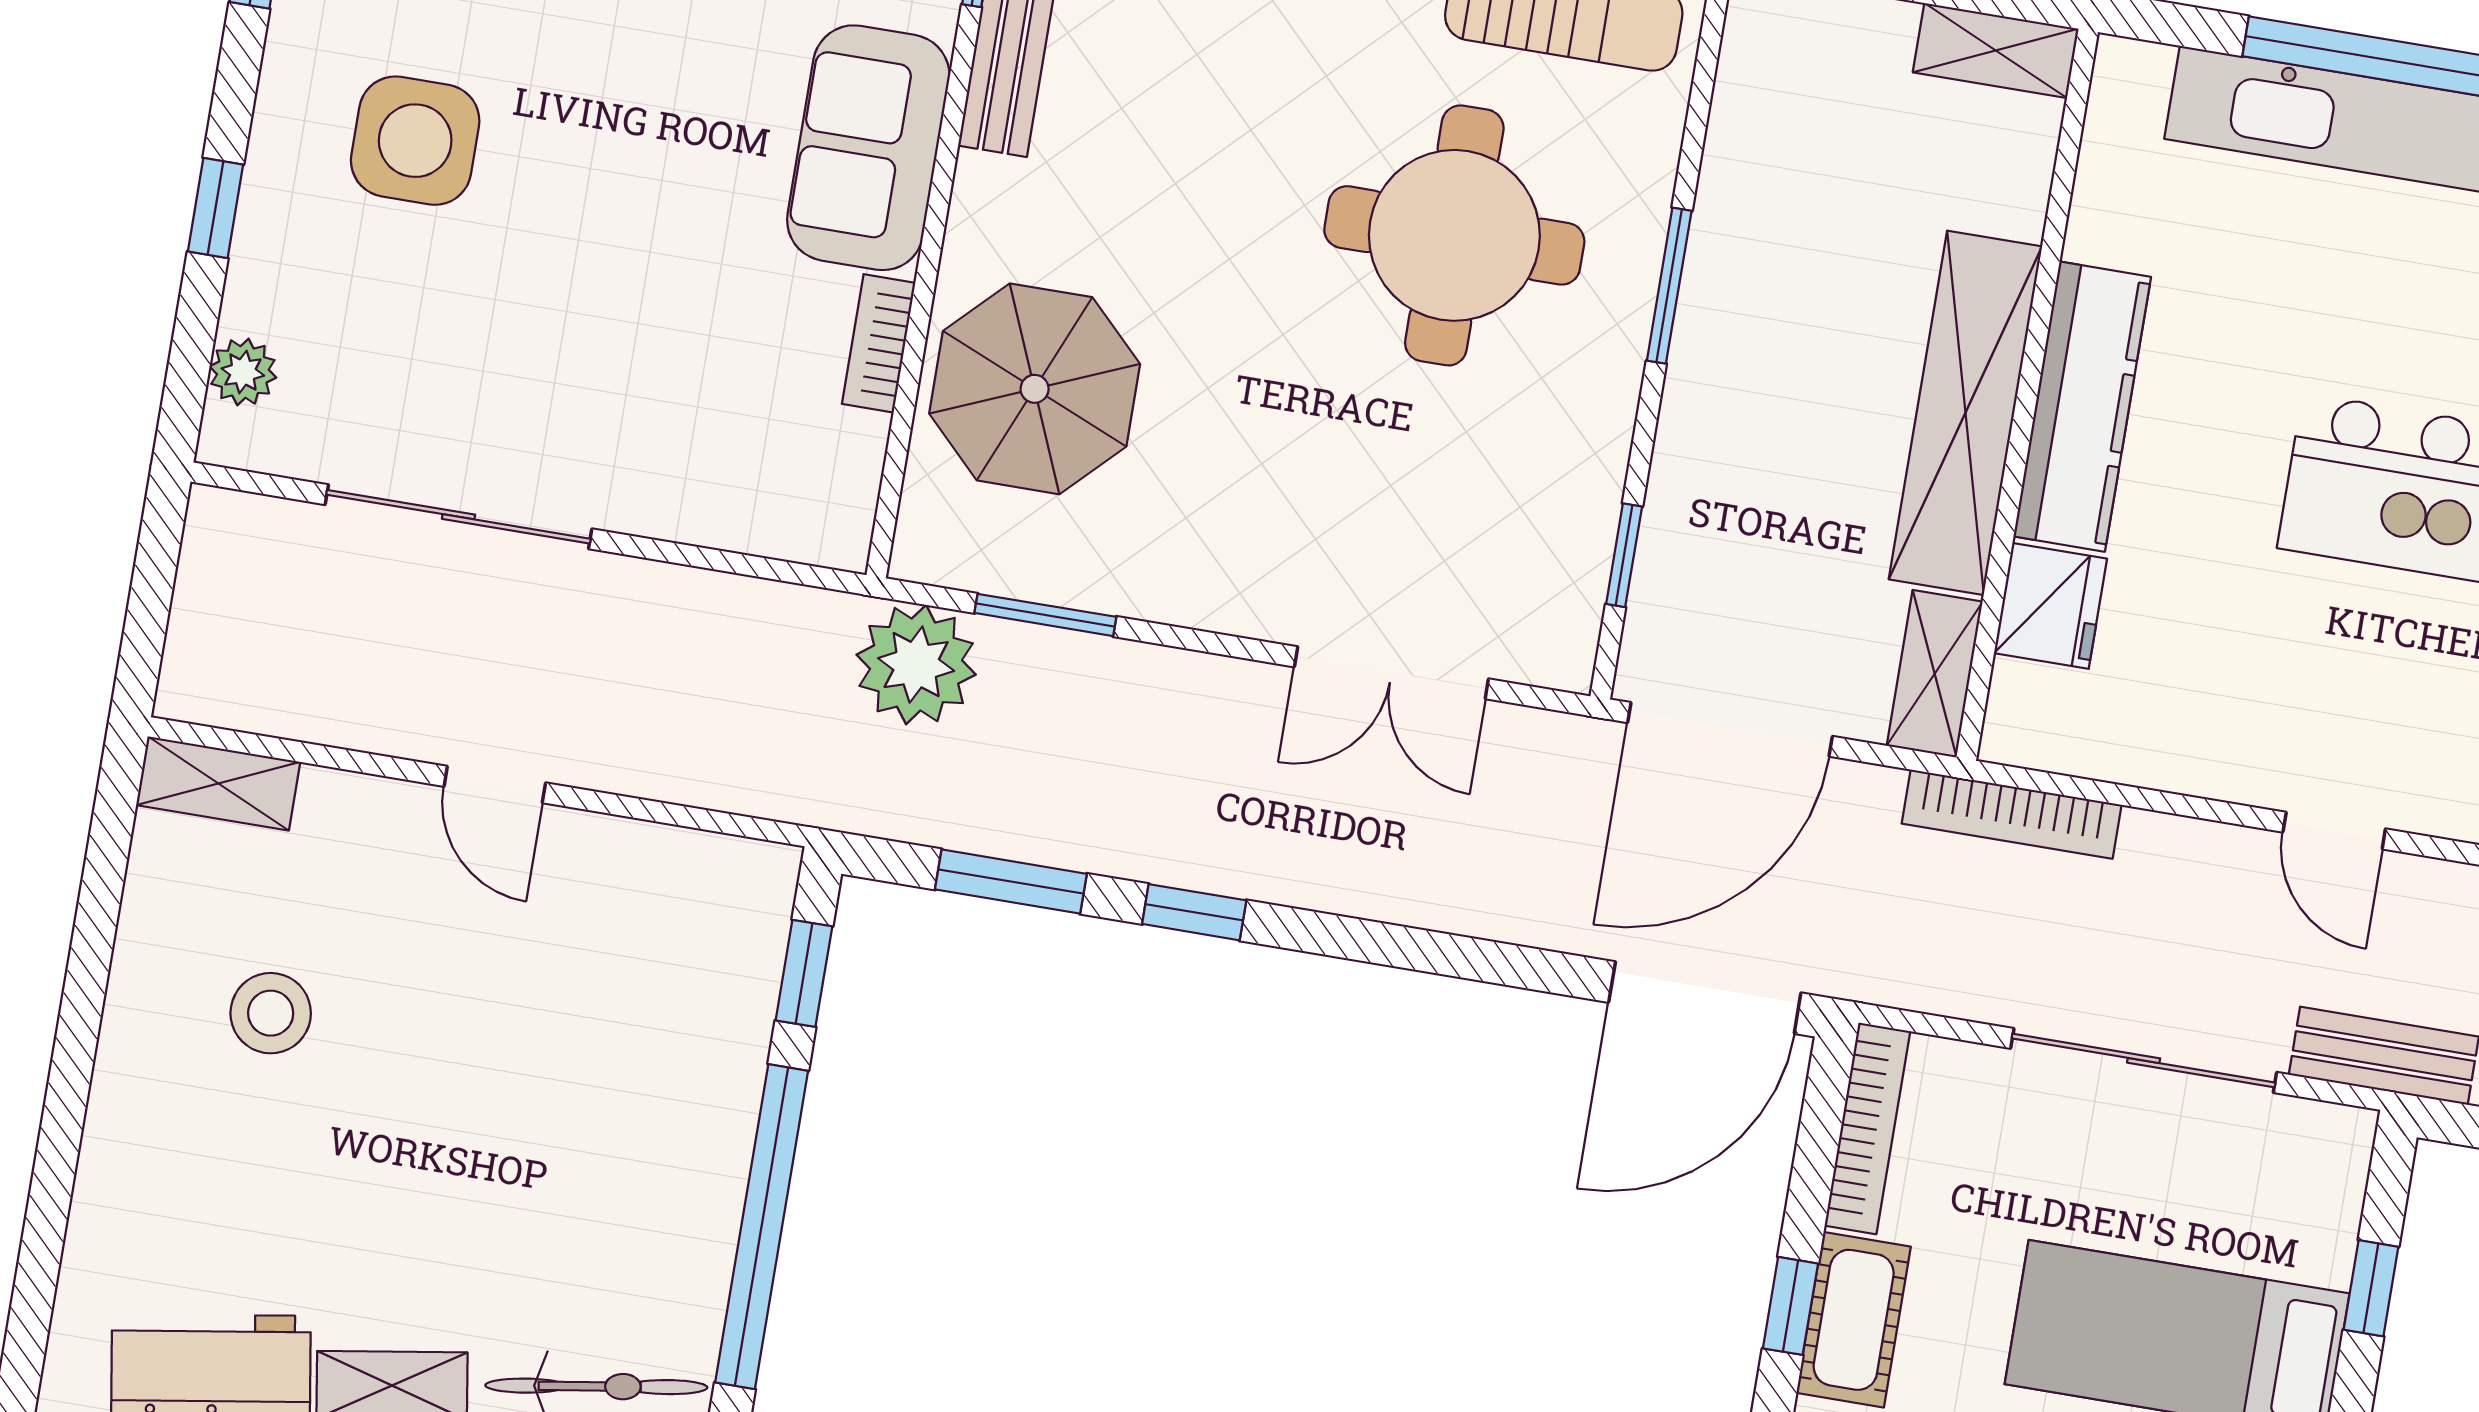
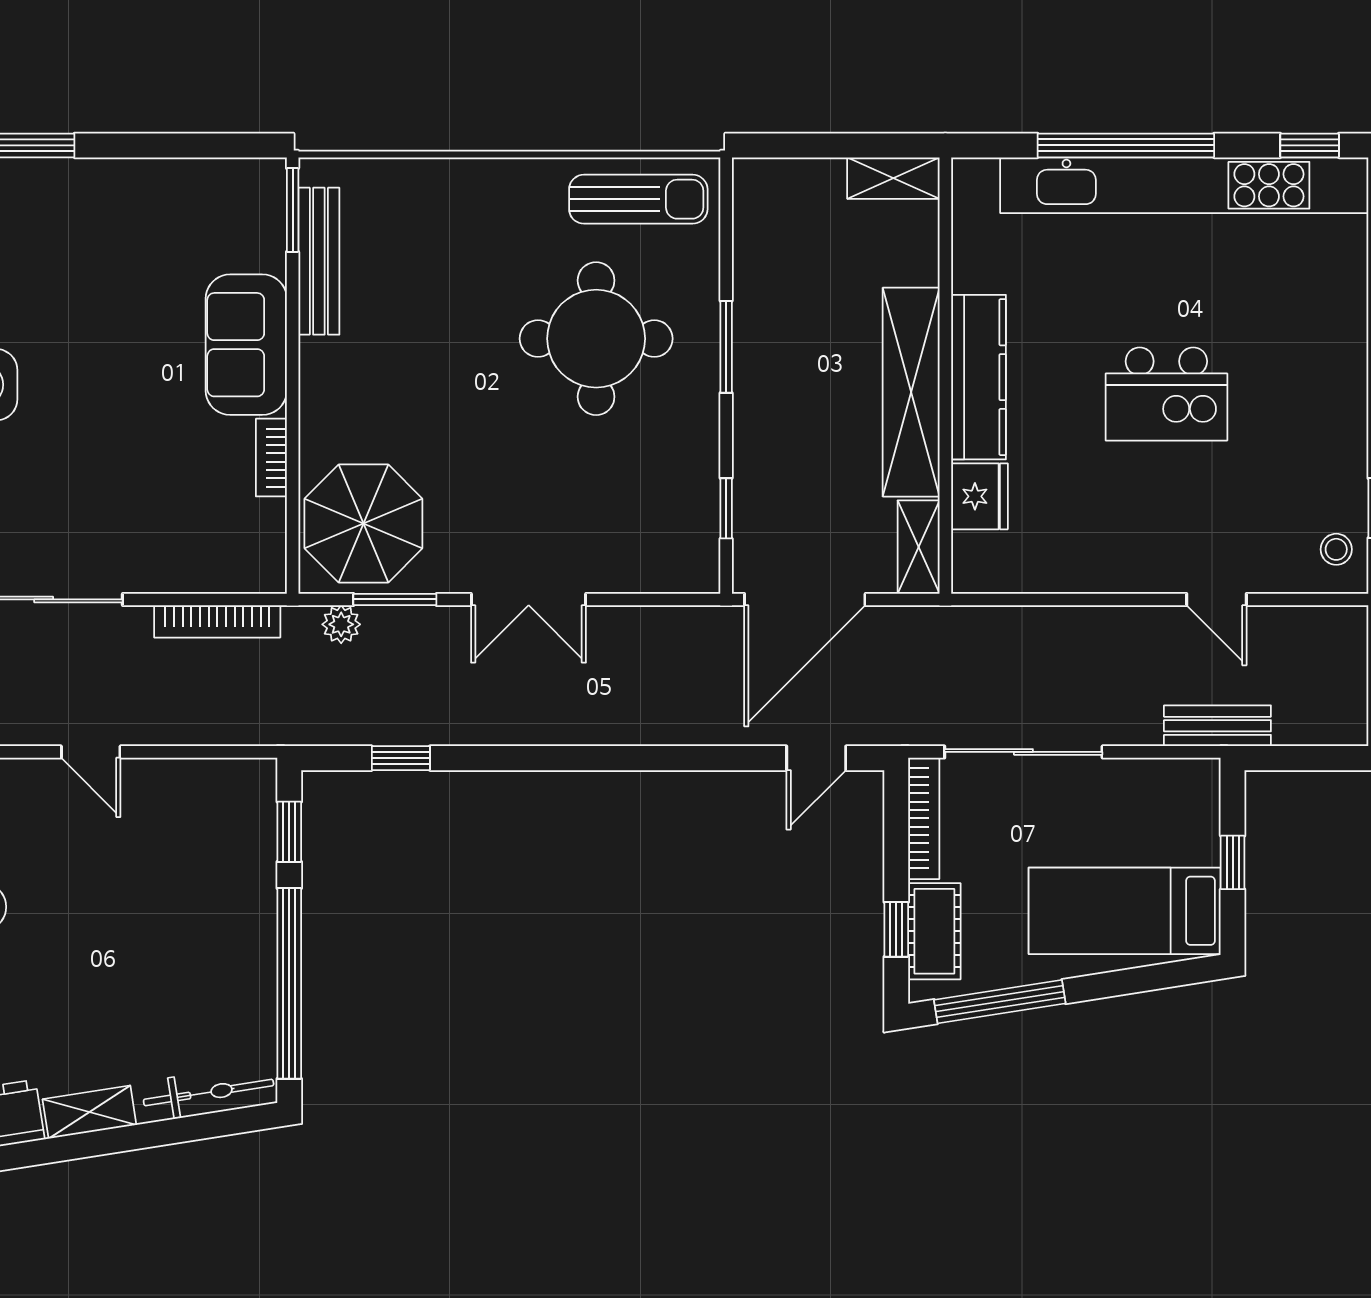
parasol: (1035, 389) -> (363, 523), moved
plant: (916, 665) -> (341, 624), width x0.53, depth x0.53
double door: (1391, 673) -> (529, 599), moved
bookcase: (2012, 814) -> (217, 621), moved
door: (2334, 831) -> (1216, 599), moved
window: (1011, 882) -> (401, 758), width x0.67
window: (1194, 912) -> (511, 758), removed
door: (1705, 998) -> (816, 758), width x0.53
sliding door: (2144, 1060) -> (1023, 752), moved

